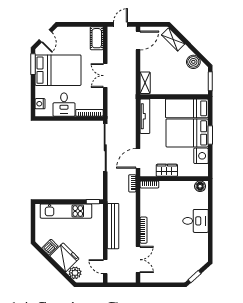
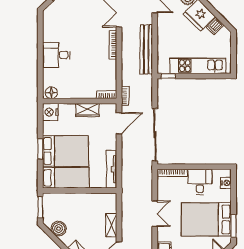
shelving: (145, 83) -> (111, 225), moved
nightstand: (201, 156) -> (50, 112), moved

